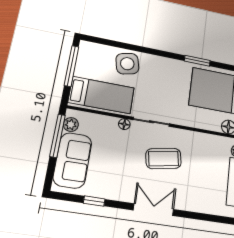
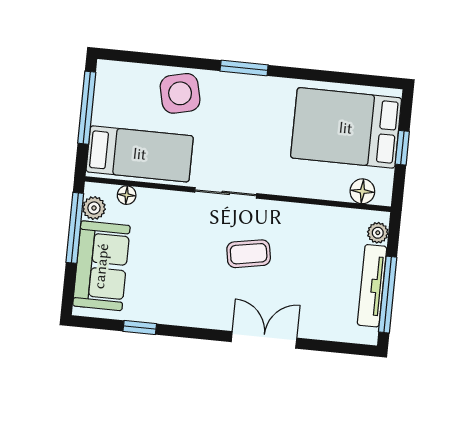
window: (197, 61) -> (244, 68), moved
floor lamp: (124, 124) -> (127, 195), moved
coffee table: (164, 158) -> (249, 254), width x0.73, depth x0.77
double door: (153, 210) -> (264, 340), moved

